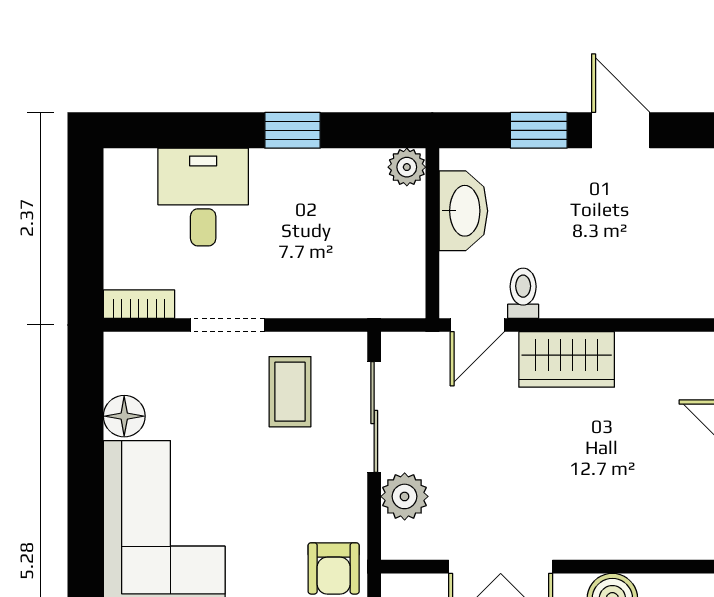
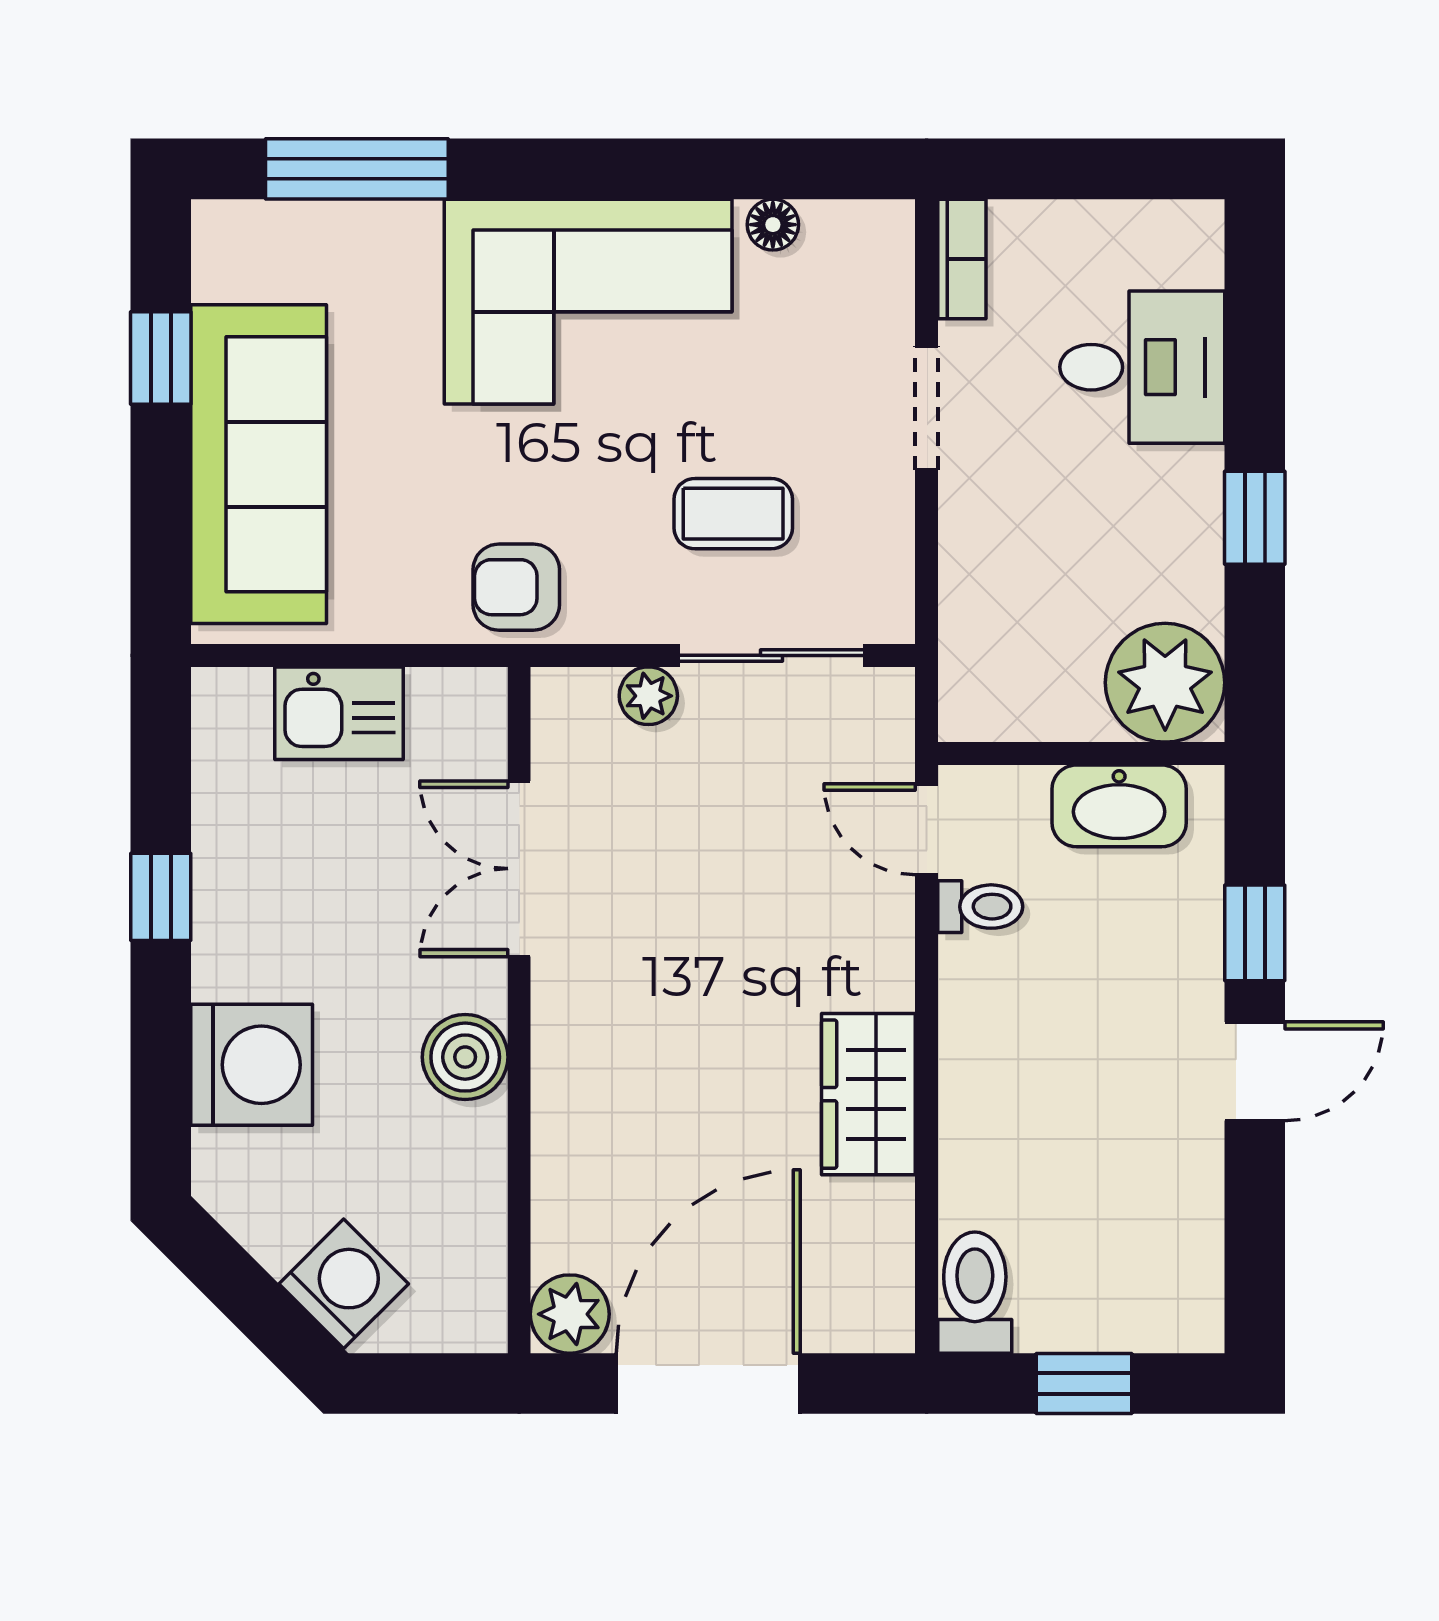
plant: (407, 167) -> (1165, 683), width x1.87, depth x1.87
wardrobe: (567, 359) -> (868, 1094), moved
coffee table: (290, 392) -> (733, 514), moved
floor lamp: (124, 416) -> (773, 225), width x0.73, depth x0.73
plant: (405, 496) -> (648, 696), width x0.73, depth x0.73

